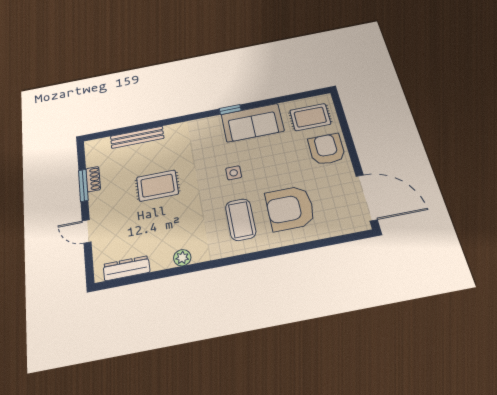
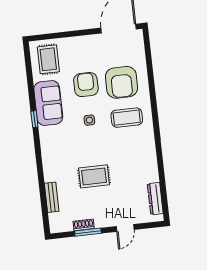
bench: (137, 137) -> (52, 197), width x0.73
armchair: (327, 149) -> (86, 85), moved, turned 90
rug: (157, 186) -> (94, 176), turned 90
plant: (182, 258) -> (151, 160), removed

